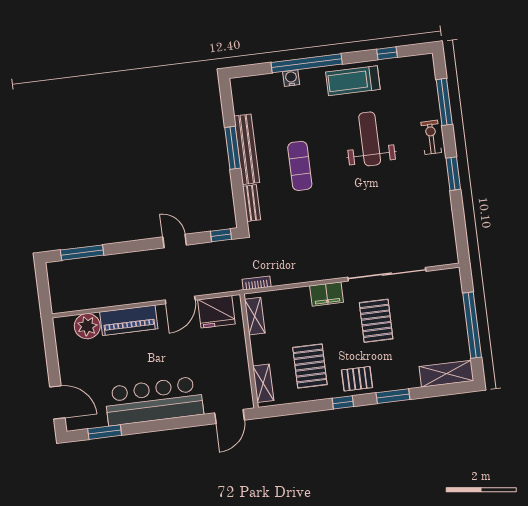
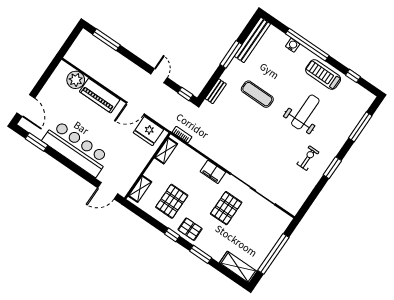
exercise bike: (431, 137) -> (308, 158), moved
bench: (247, 149) -> (252, 40), moved
exercise mat: (300, 166) -> (257, 94), turned 90

